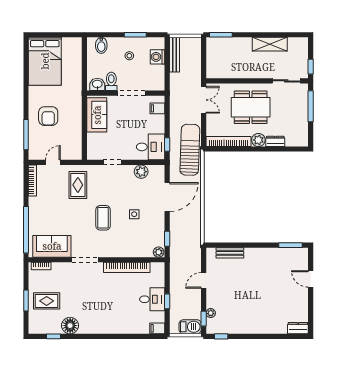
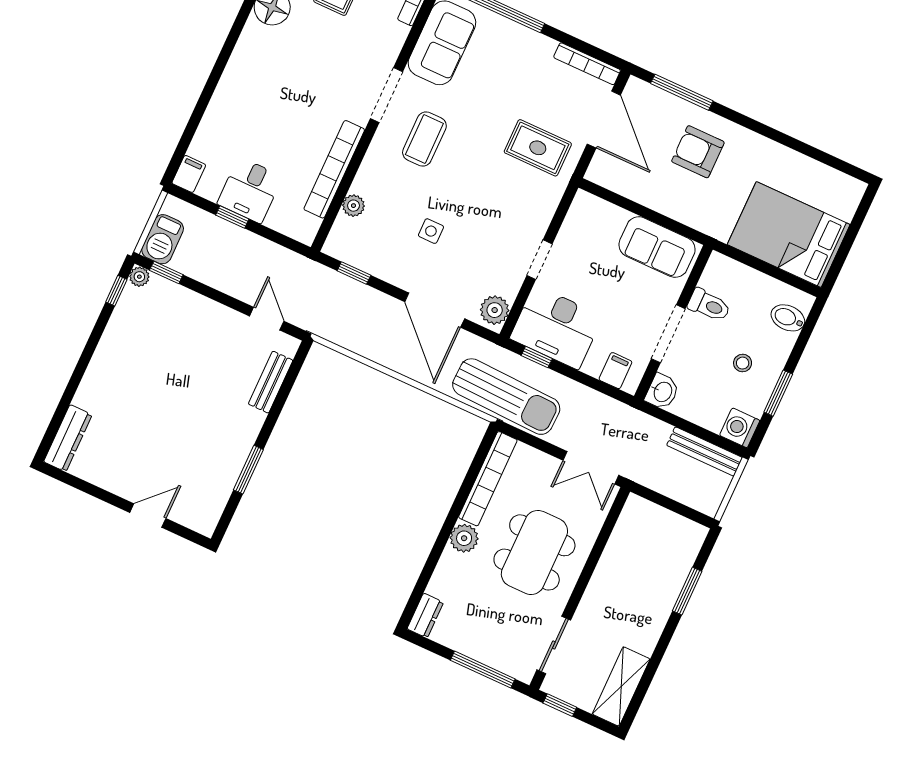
window: (221, 35) -> (687, 591), moved
shelving: (270, 44) -> (621, 686), moved
washing machine: (157, 57) -> (740, 428), moved, turned -90
bed: (45, 61) -> (789, 234), moved
washbasin: (97, 84) -> (662, 392), moved
dresser: (275, 141) -> (425, 615), moved
desk: (151, 147) -> (556, 327), width x1.37
door: (53, 162) -> (604, 120), width x1.87
doorway: (112, 162) -> (539, 260), moved
plant: (141, 172) -> (495, 310), moved
coffee table: (103, 218) -> (424, 139), moved, turned 90
window: (291, 245) -> (248, 470), moved
plant: (159, 252) -> (354, 206), moved
door: (204, 280) -> (267, 319), moved
plant: (211, 313) -> (139, 277), moved
dresser: (298, 328) -> (68, 438), width x1.44

